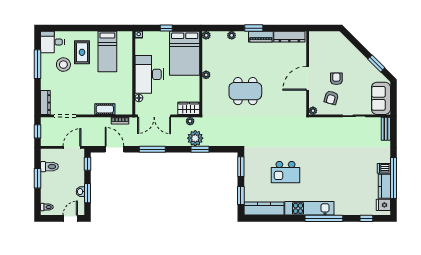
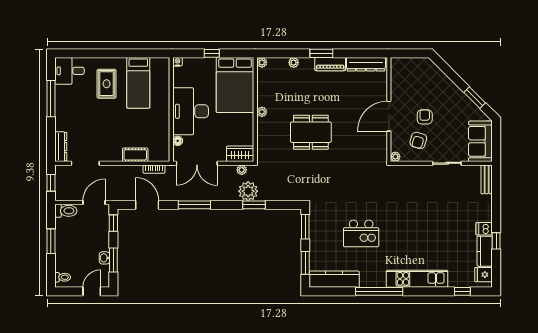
stool: (63, 65) -> (83, 99), removed
toilet: (49, 167) -> (66, 211), moved
window: (393, 178) -> (496, 241), width x0.32
kitchen unit: (309, 208) -> (417, 279), moved
window: (324, 218) -> (379, 291), moved

